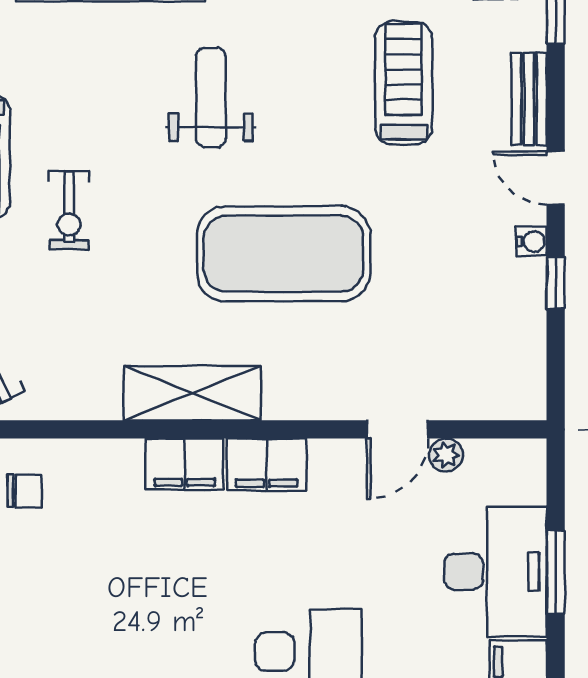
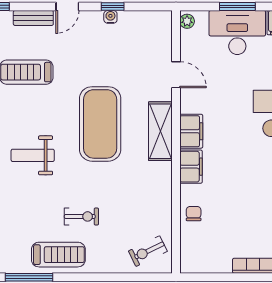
water cooler: (532, 242) -> (110, 17), moved
shelving: (193, 393) -> (160, 131), moved
plant: (446, 455) -> (187, 21), moved
chair: (24, 491) -> (194, 214), moved

